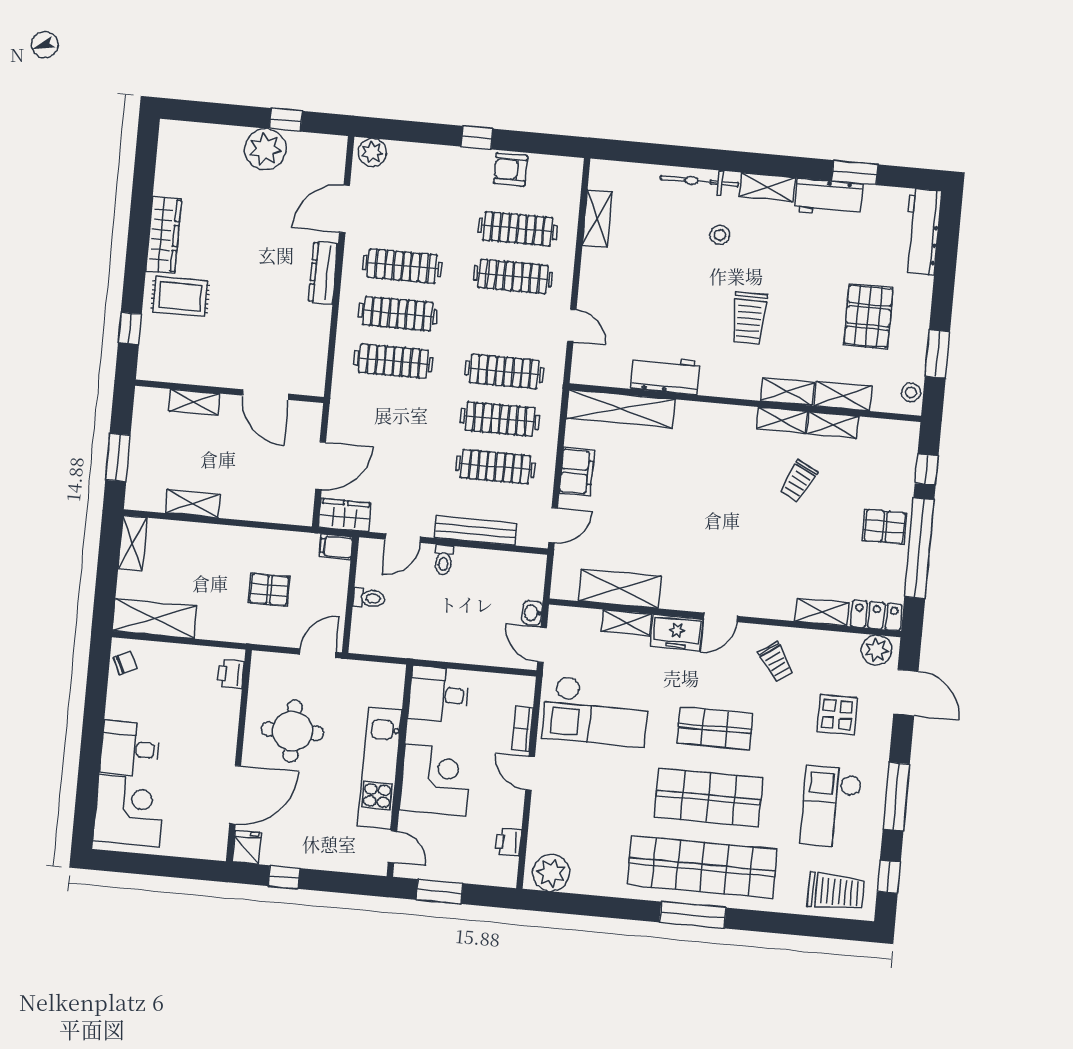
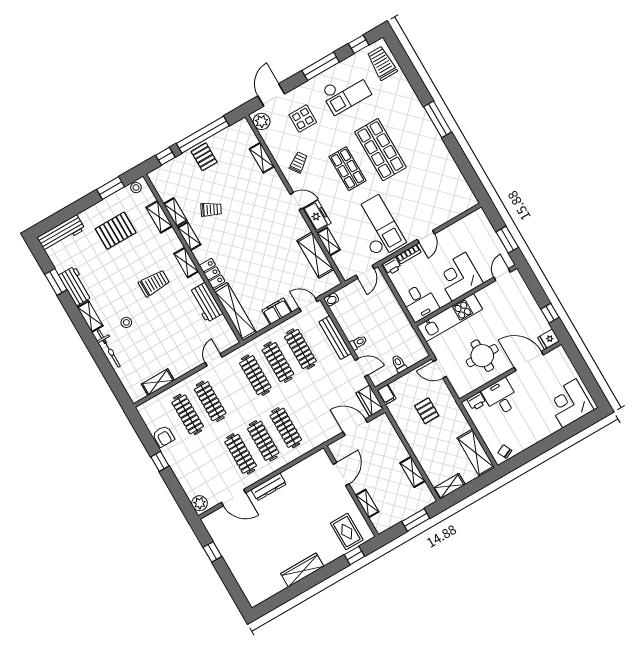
plant: (265, 149) -> (232, 552), removed
rug: (180, 297) -> (347, 532), moved
shelving: (787, 392) -> (186, 263), moved
washbasin: (532, 613) -> (331, 299), moved
locker: (876, 615) -> (212, 273), moved, turned 180
desk: (130, 749) -> (501, 397), moved, turned 180
kitchen unit: (380, 768) -> (450, 318), moved
printer: (508, 842) -> (392, 266), moved
shop shelf: (702, 867) -> (413, 131), removed
plant: (551, 873) -> (464, 196), removed

